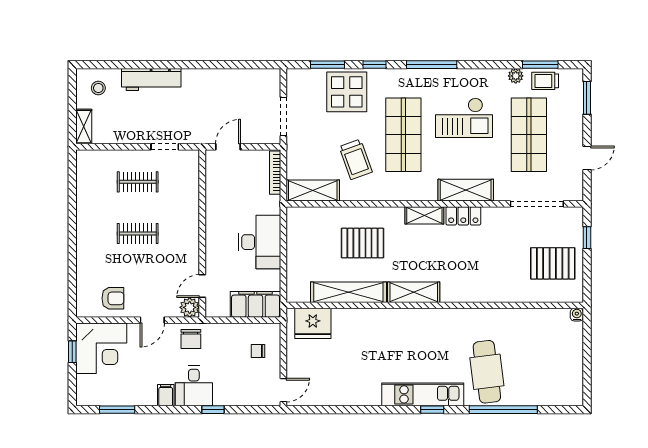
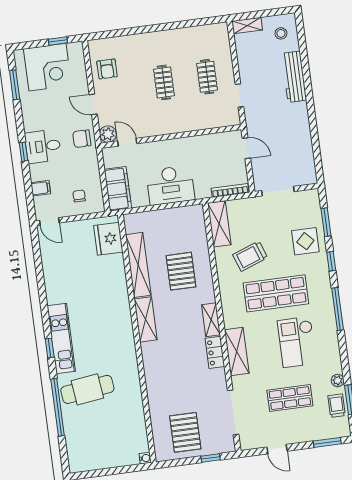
display table: (347, 92) -> (305, 241), width x0.73, depth x0.73
shop shelf: (529, 135) -> (290, 398), width x0.70, depth x0.74
corner desk: (101, 348) -> (47, 67), moved, turned -90
filing cabinet: (166, 395) -> (41, 188), moved
window: (213, 410) -> (23, 152), moved

